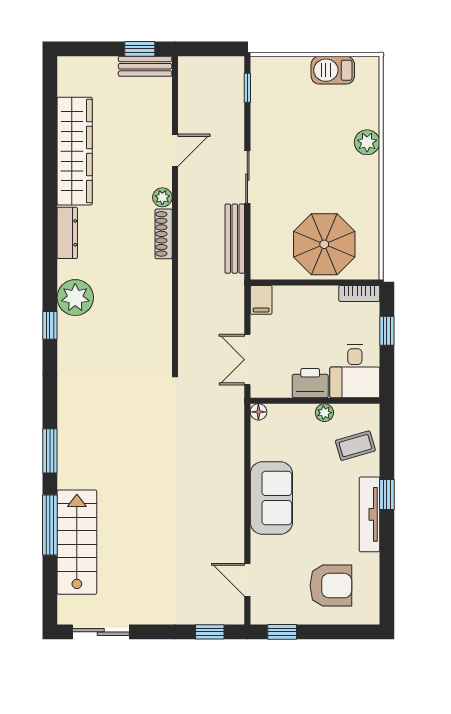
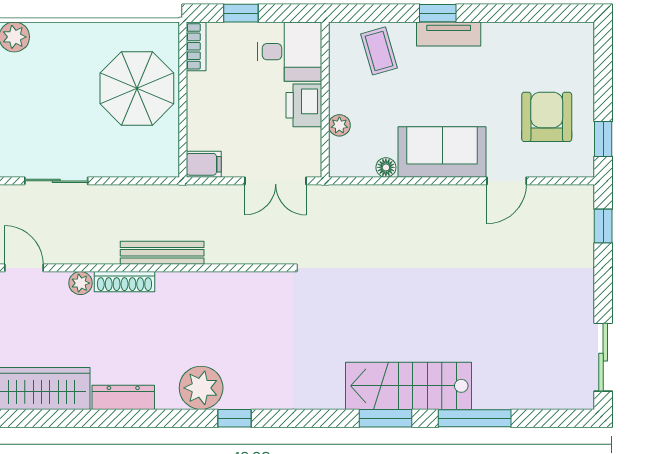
bench: (235, 239) -> (162, 253), moved
floor lamp: (258, 412) -> (386, 167), moved
plant: (324, 413) -> (339, 125), moved
tv unit: (369, 514) -> (449, 34), width x0.71
stairs: (77, 542) -> (409, 386), moved
door: (247, 580) -> (507, 181), moved
armchair: (331, 586) -> (547, 117), moved

